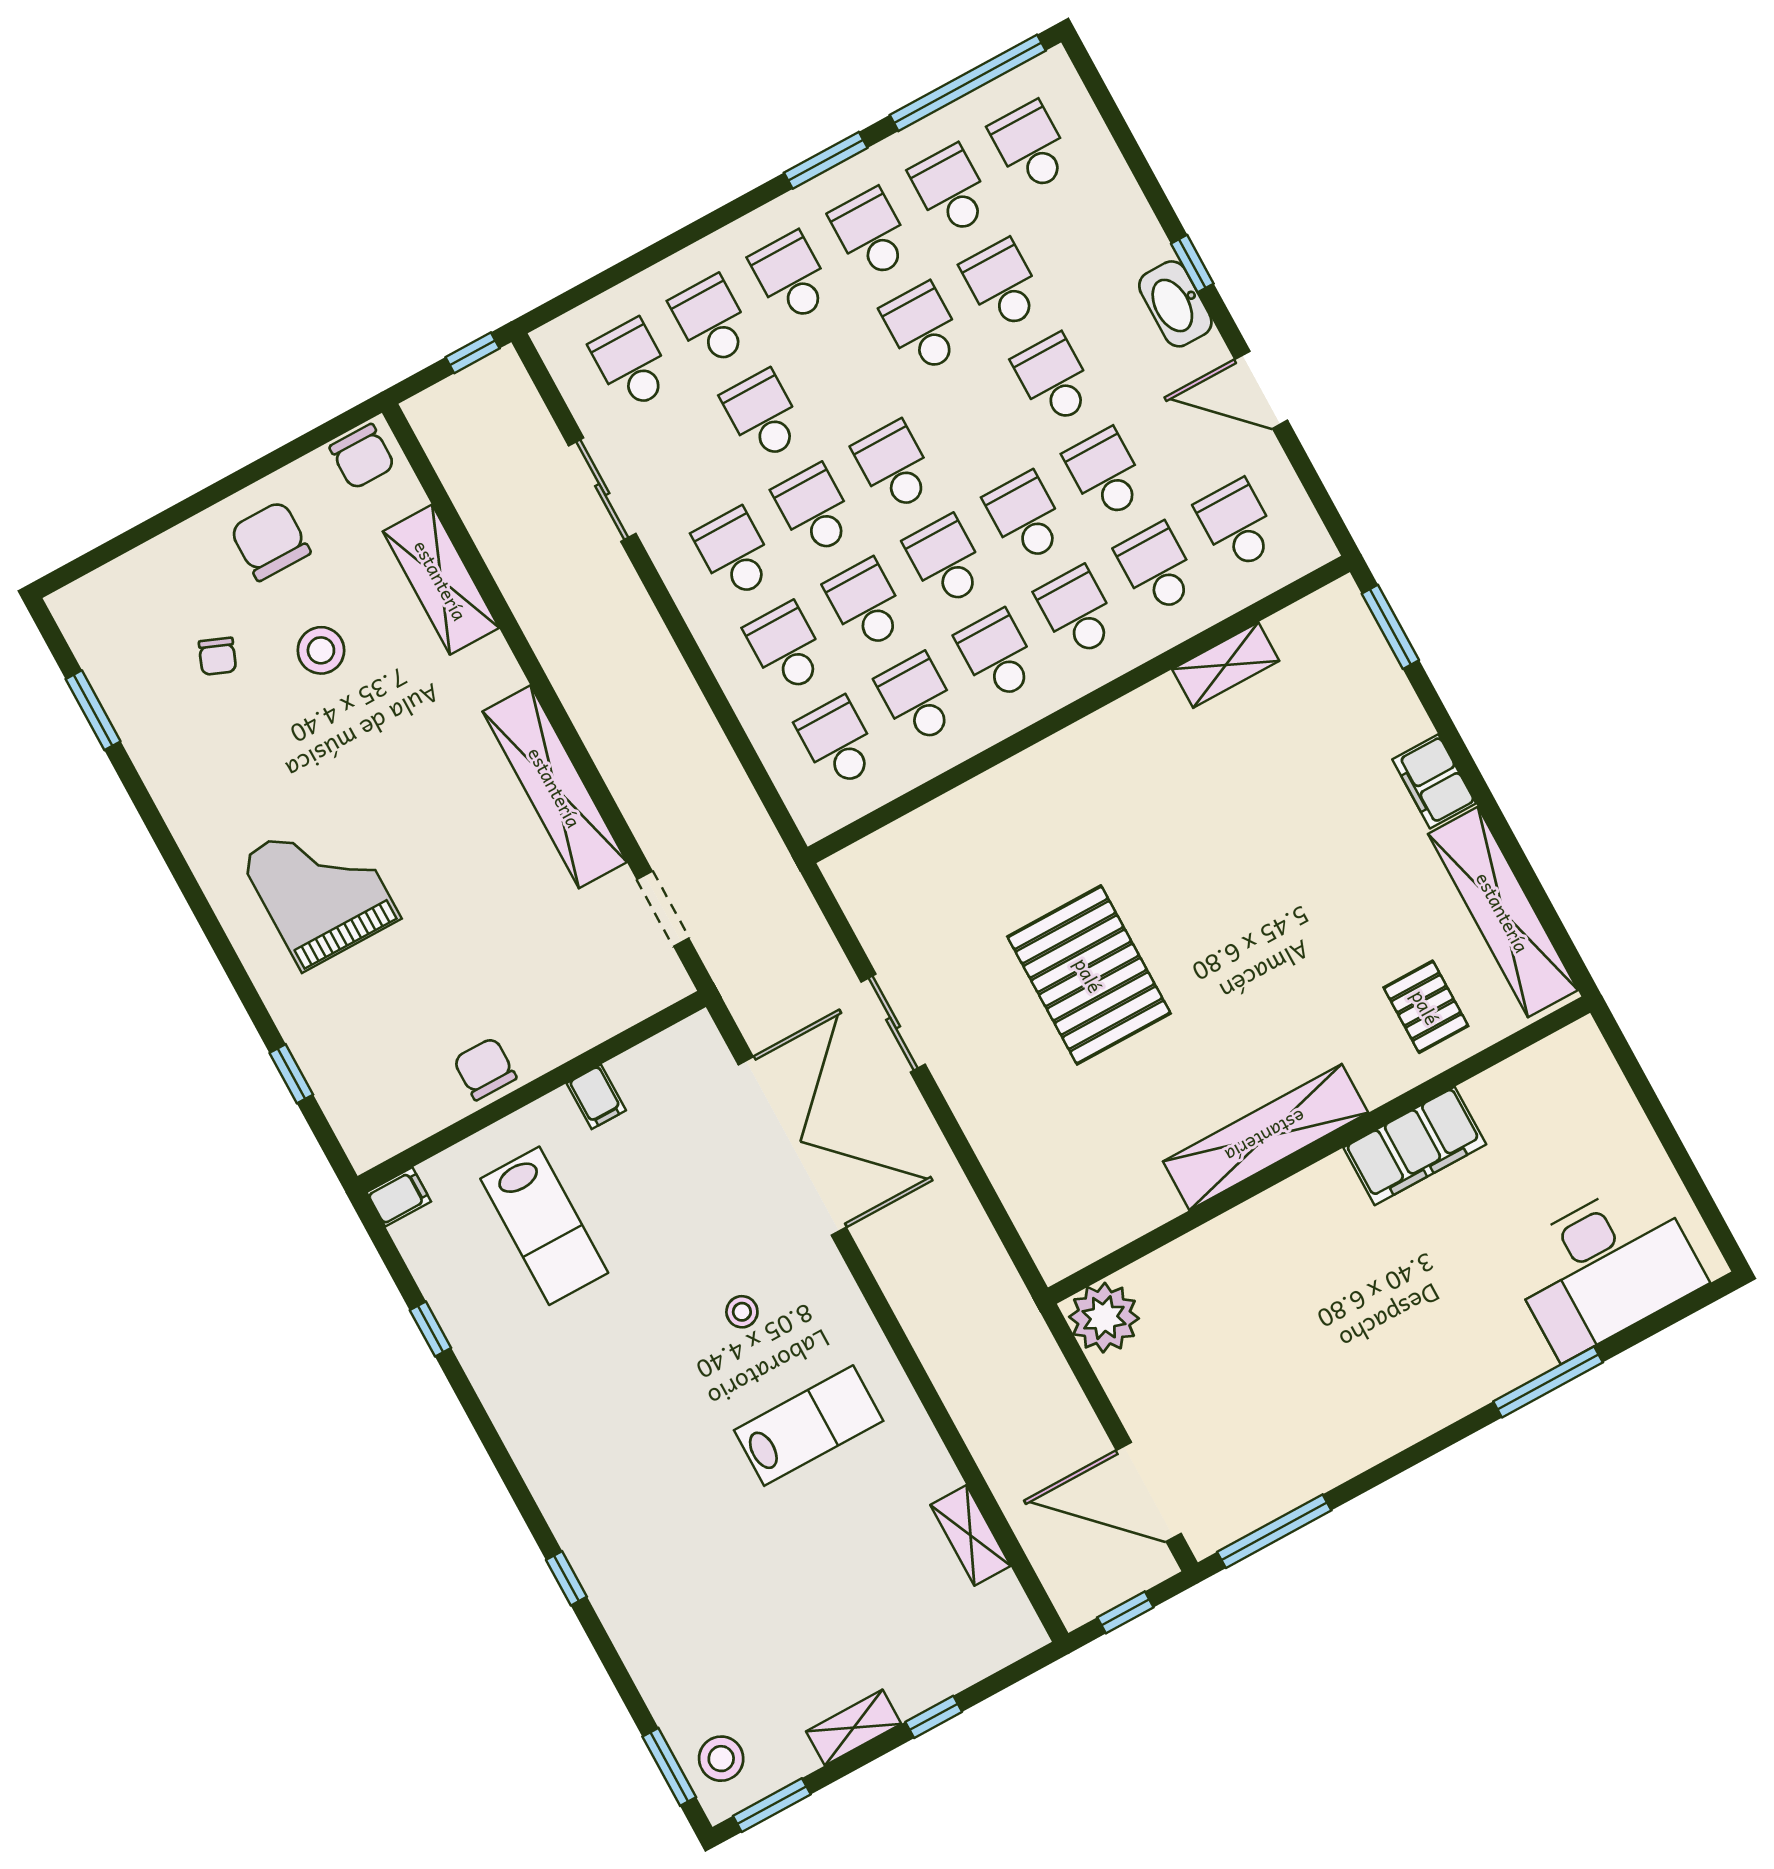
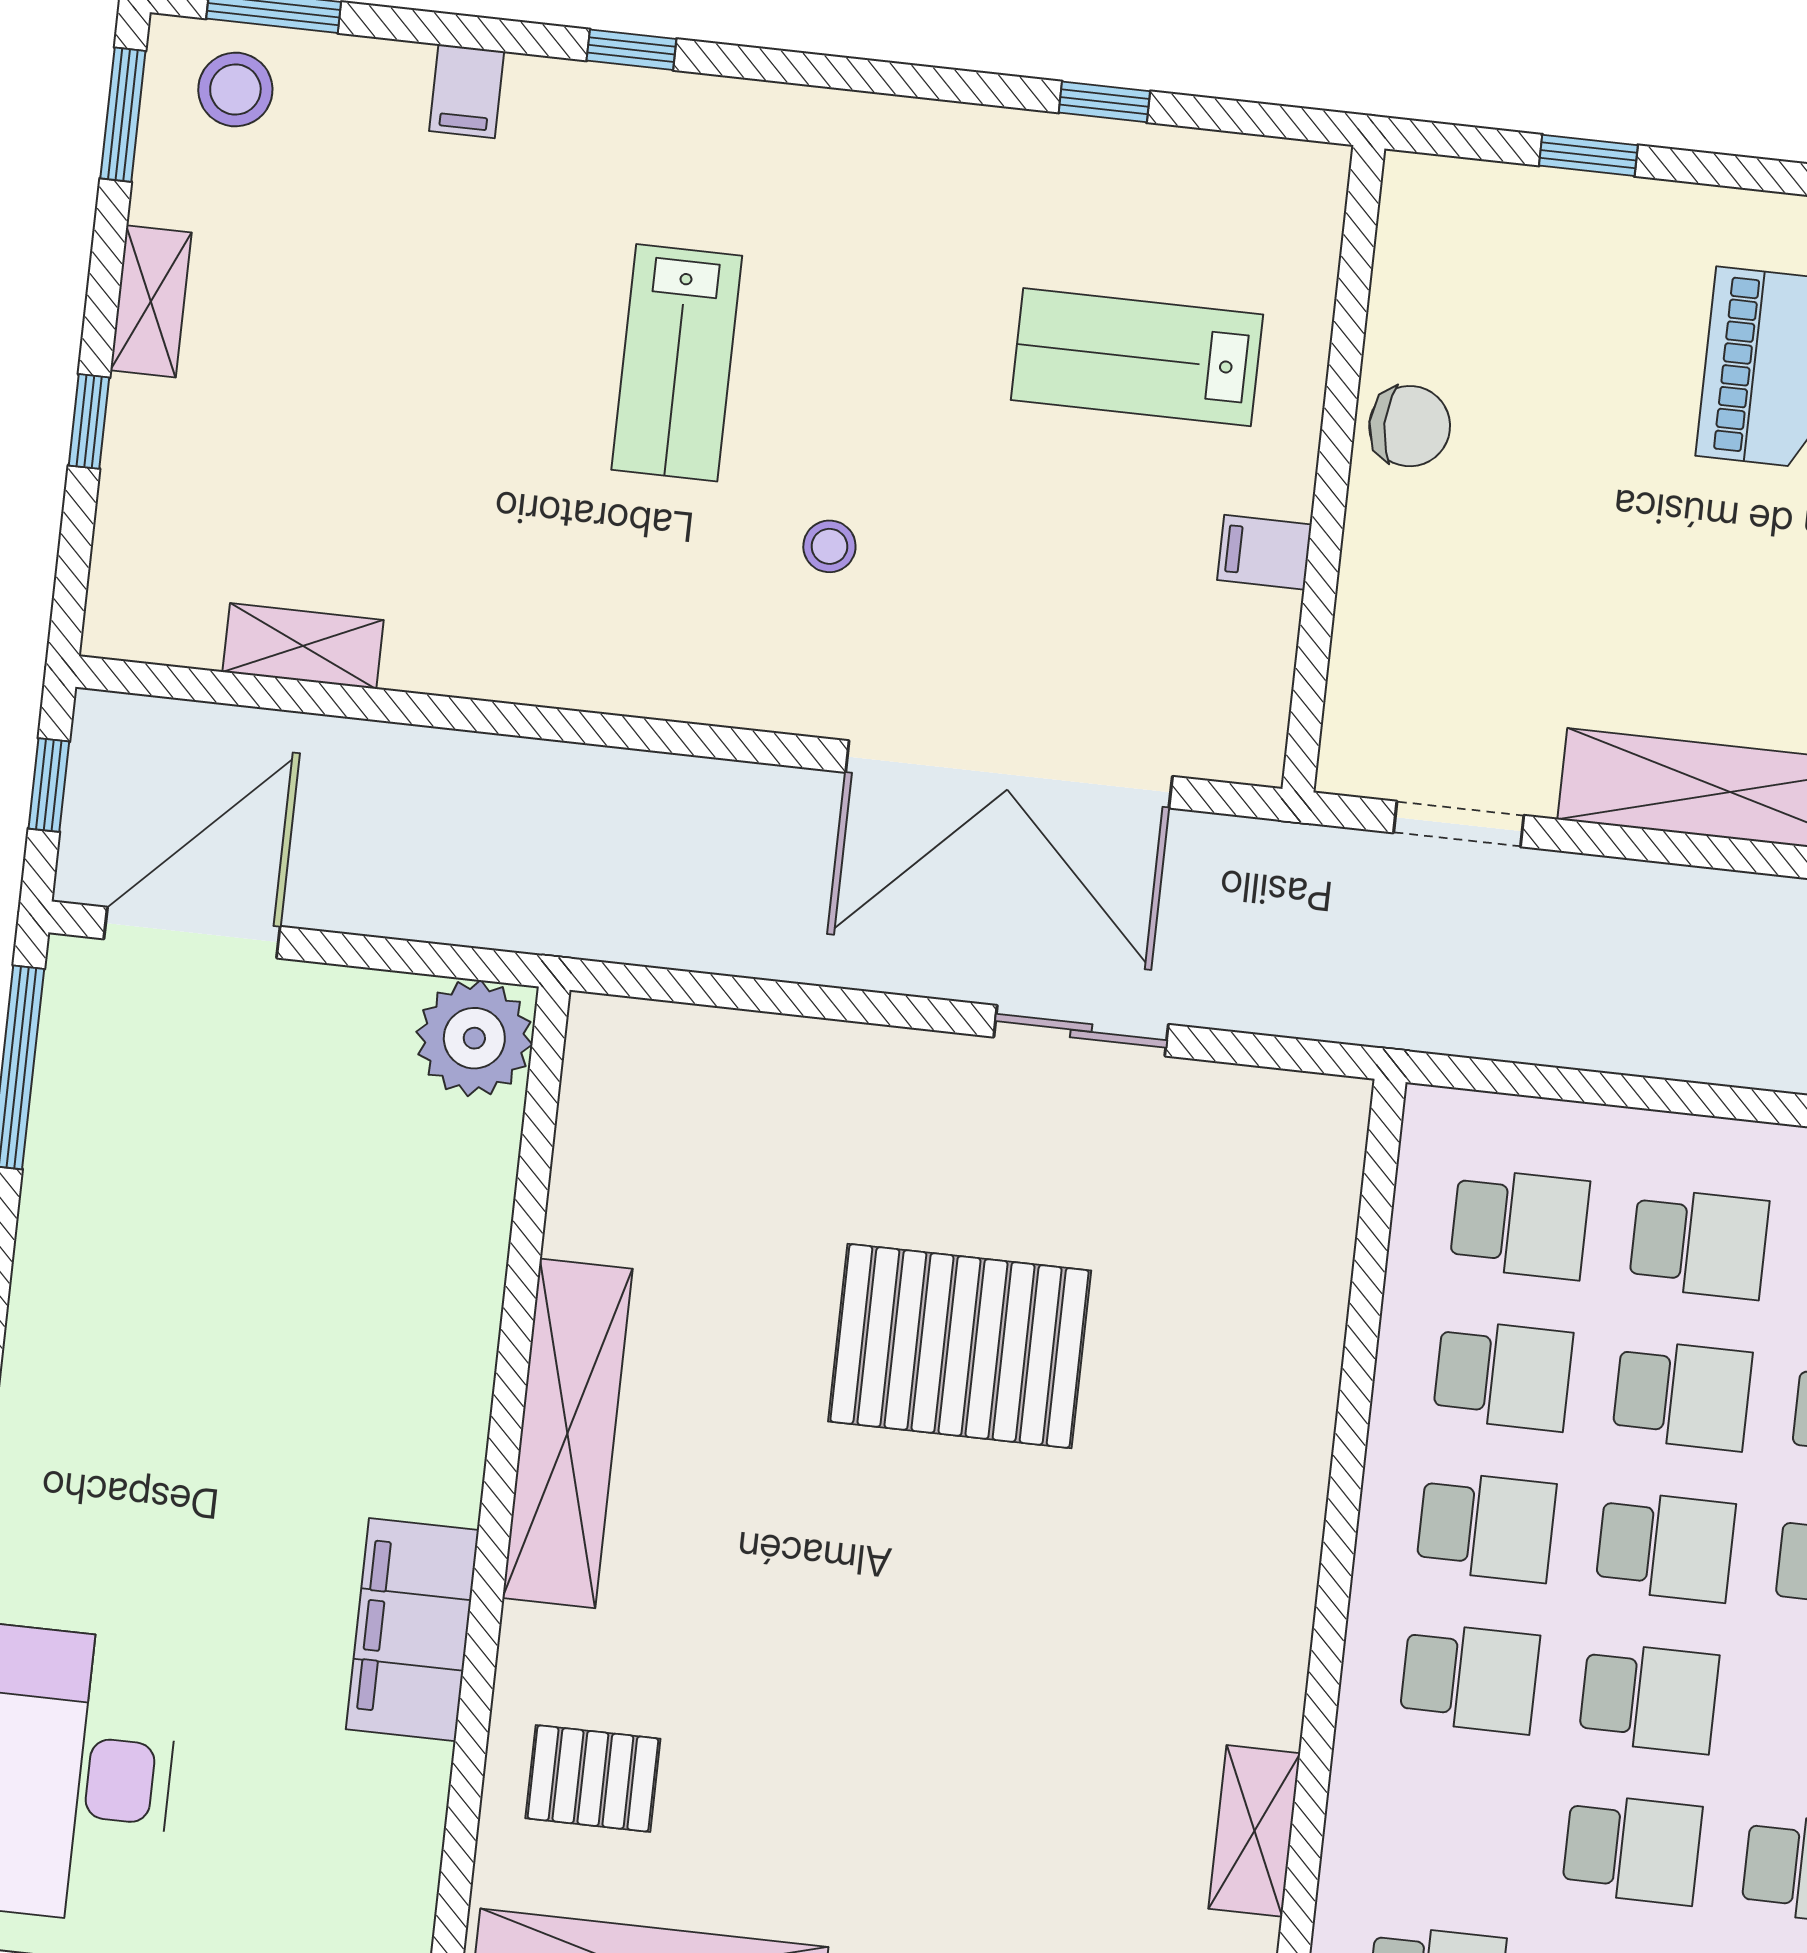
school desk: (1157, 568) -> (1453, 1829), removed
filing cabinet: (399, 1197) -> (467, 91), moved
lab bench: (809, 1426) -> (677, 363), moved

